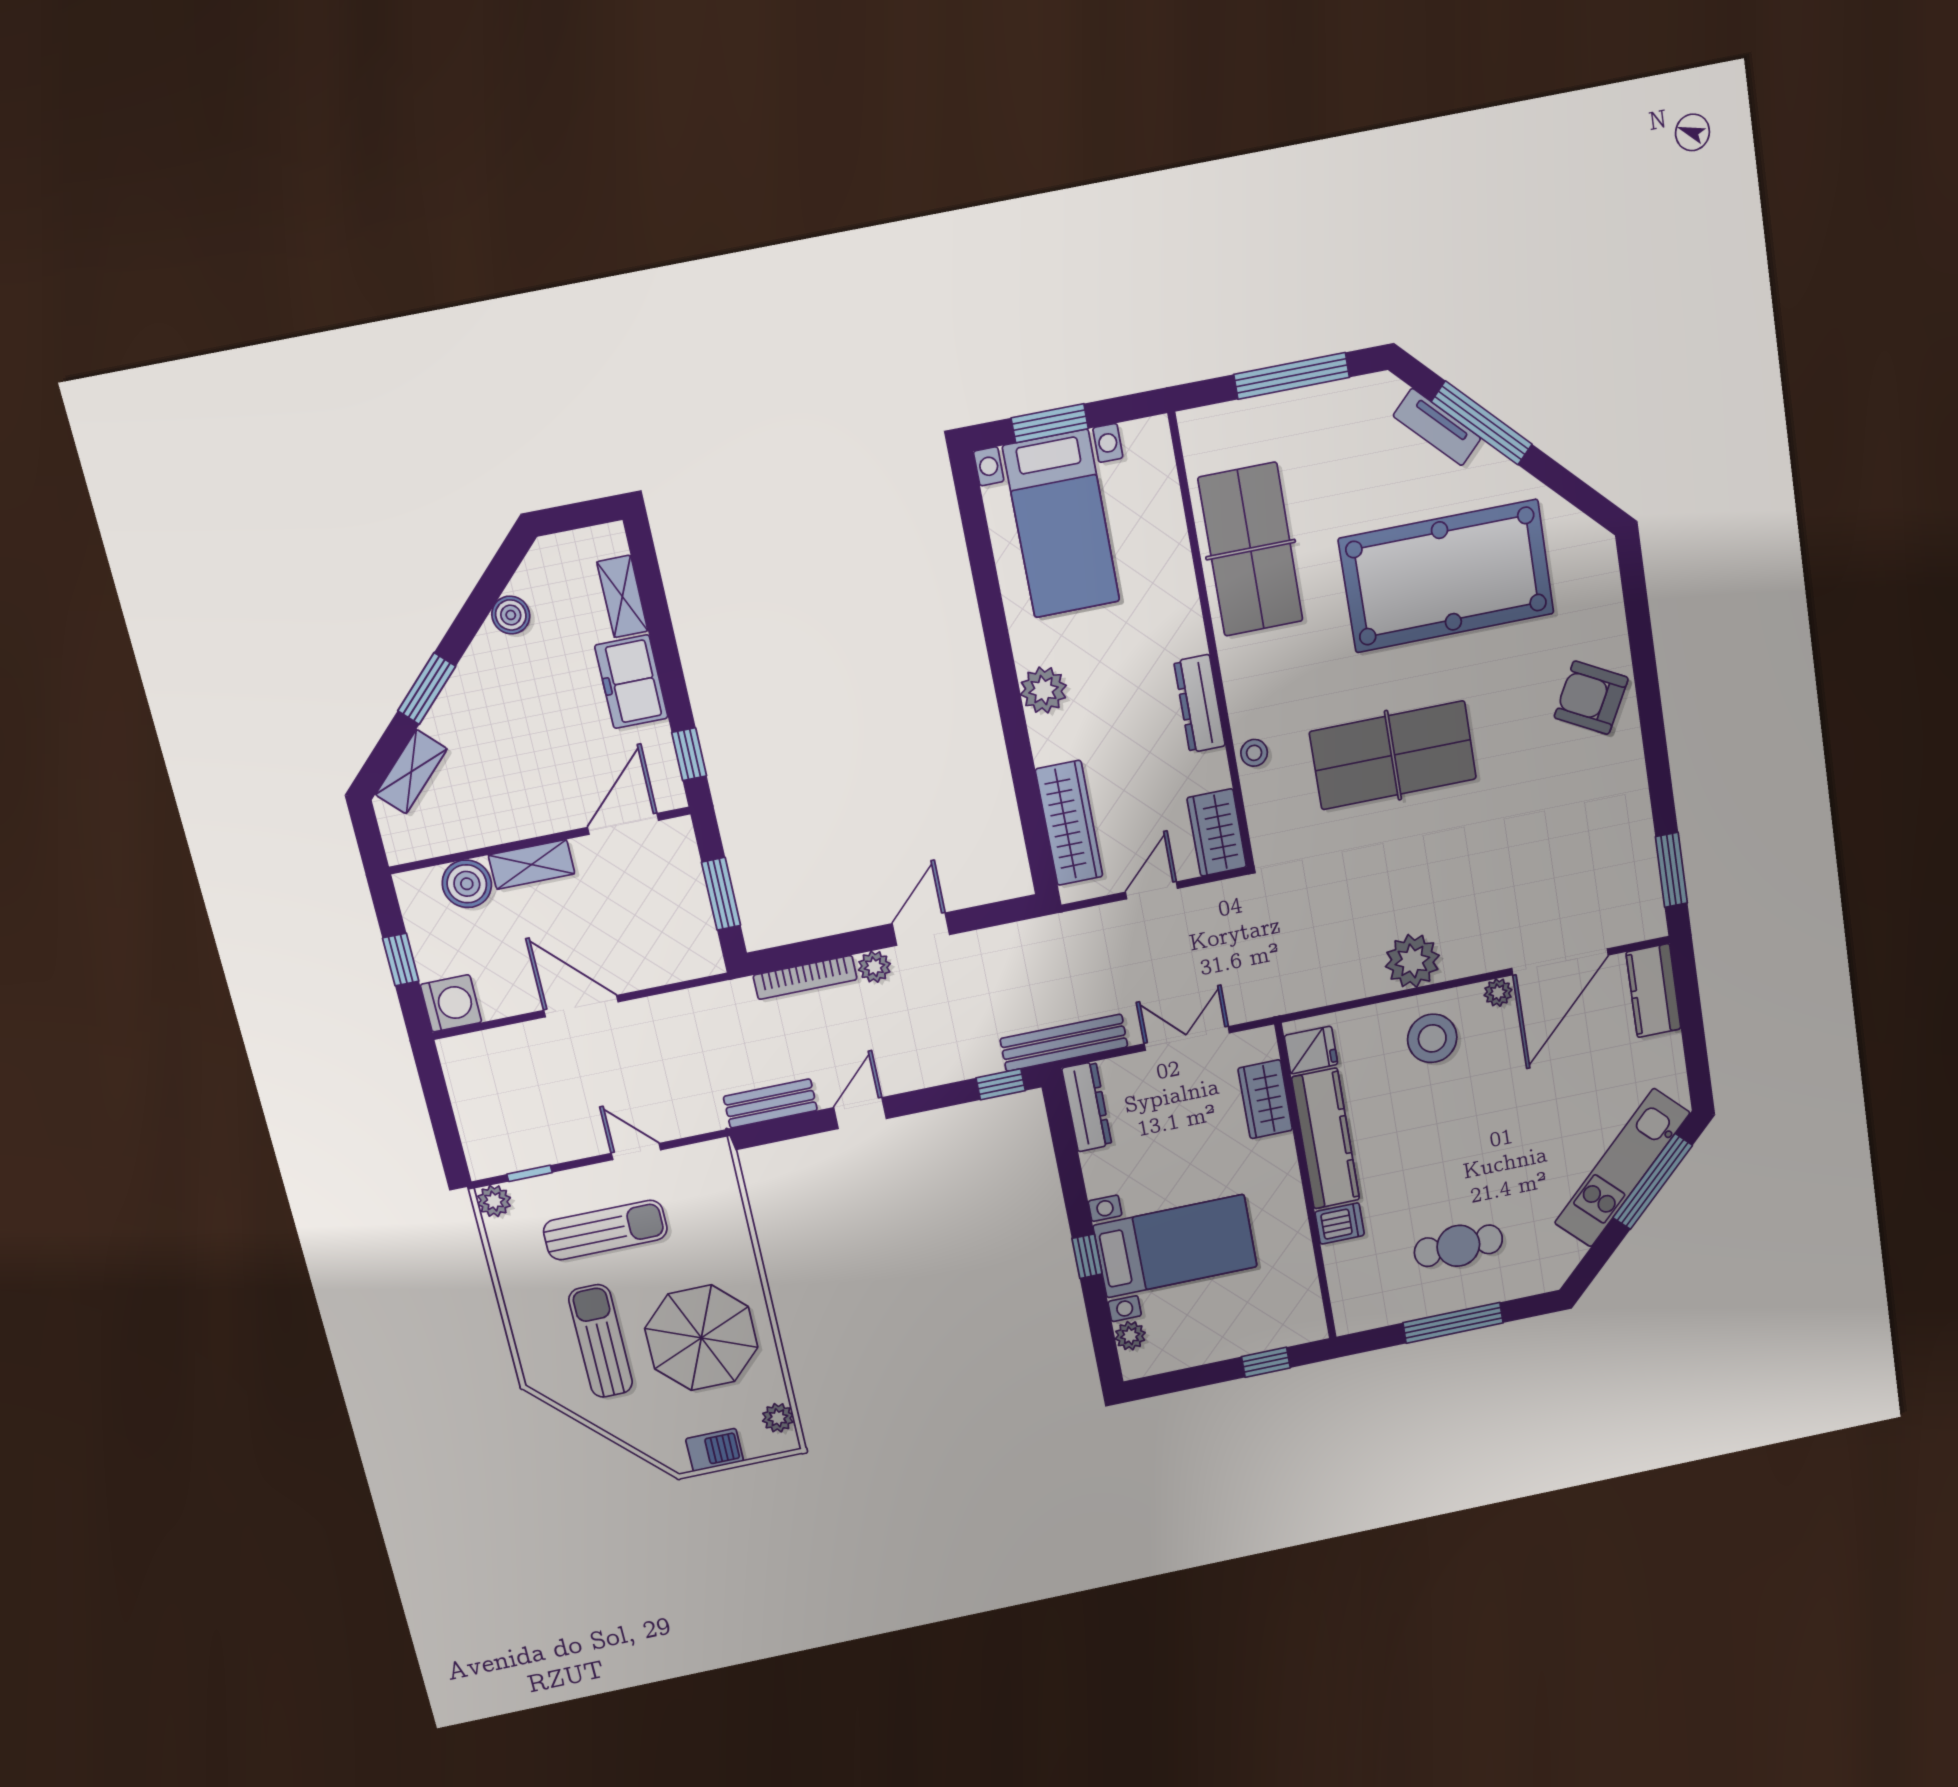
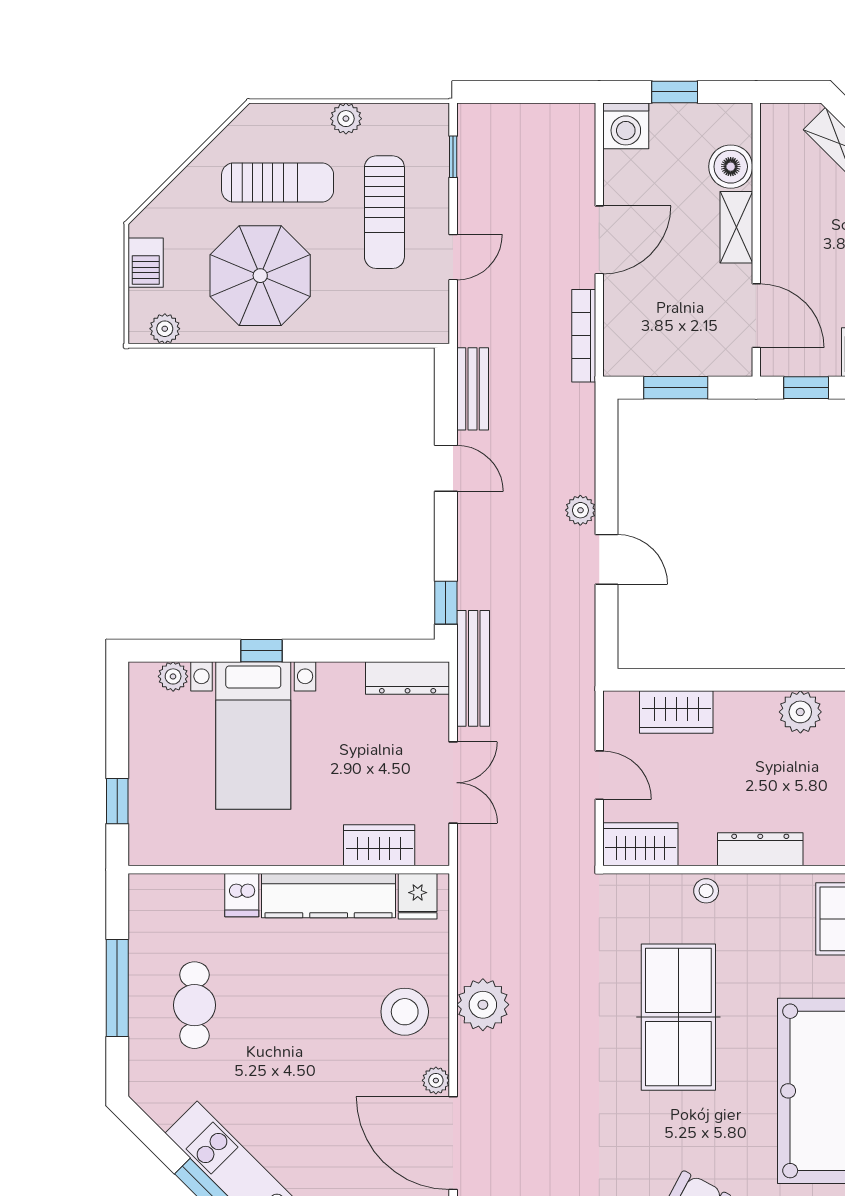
wardrobe: (1069, 823) -> (676, 712), width x0.67
bookcase: (805, 977) -> (584, 336), moved
plant: (494, 1201) -> (346, 119), moved

